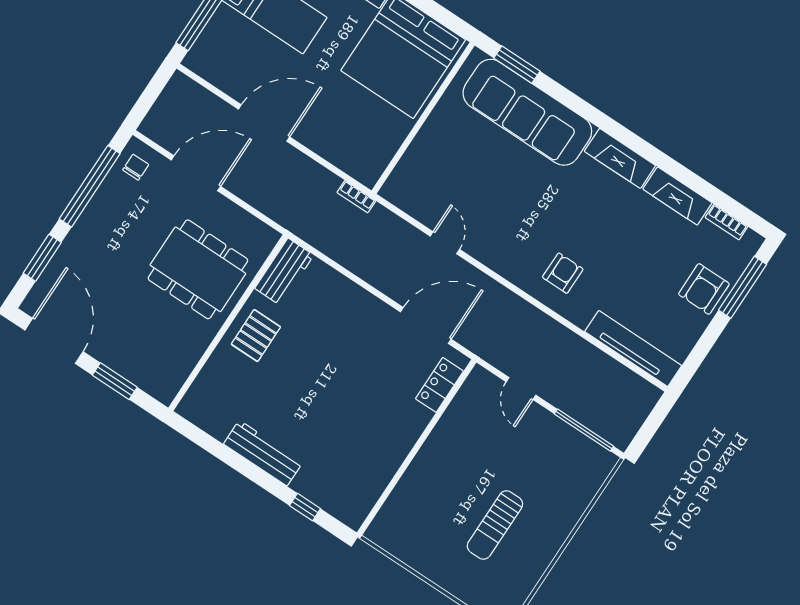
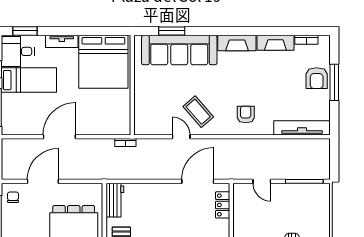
window: (517, 65) -> (172, 31), moved
coffee table: (495, 222) -> (198, 112), added
window: (743, 287) -> (334, 82), moved

